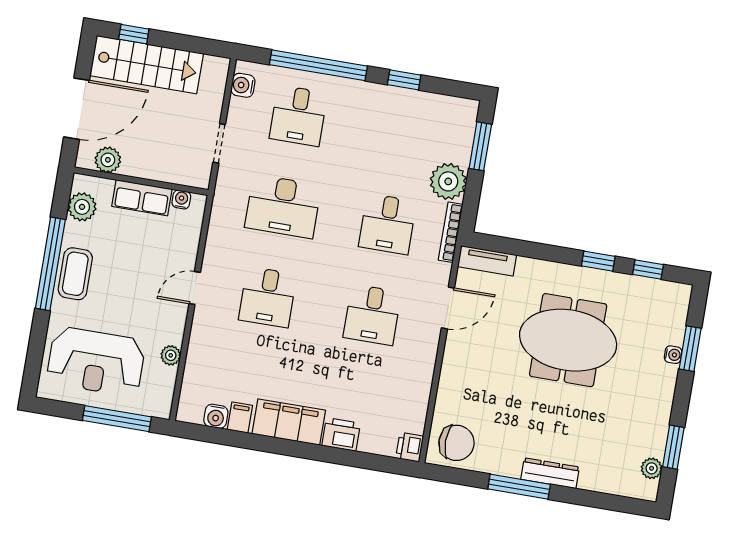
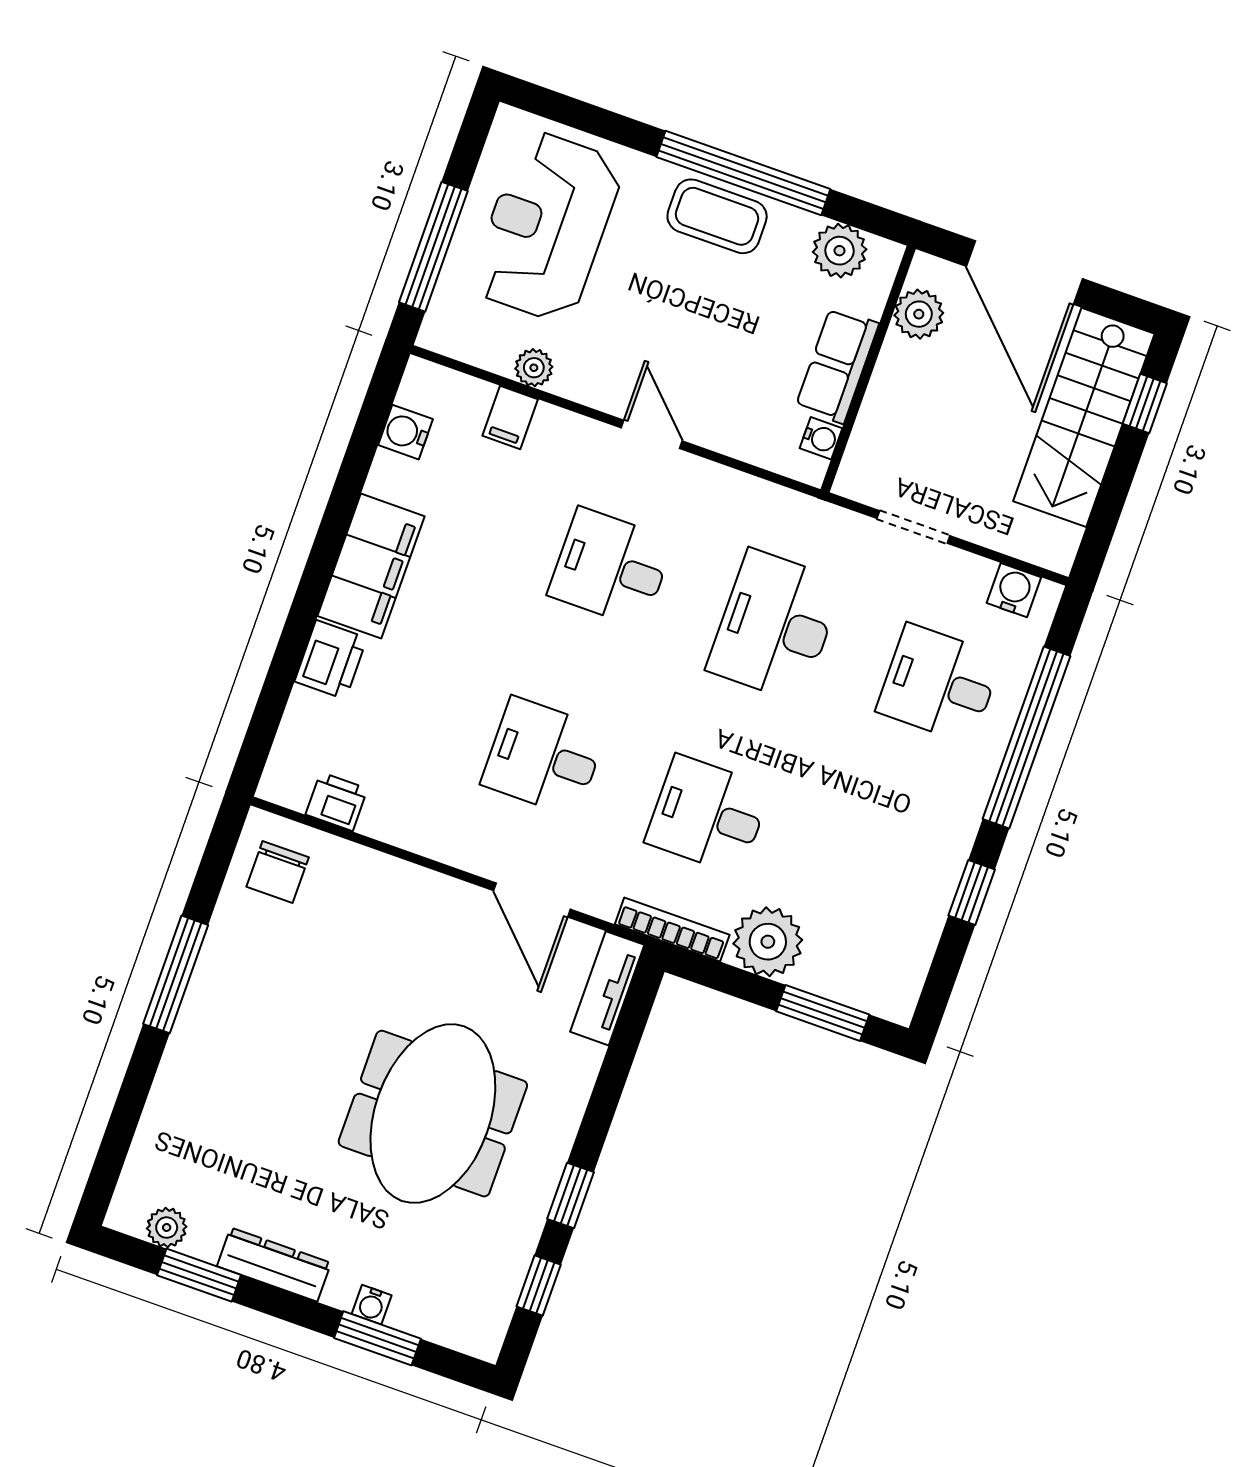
filing cabinet: (240, 418) -> (510, 417), moved, turned 90
chair: (456, 443) -> (278, 872), width x0.73, depth x0.73
printer: (410, 447) -> (337, 802), moved
dresser: (550, 473) -> (274, 1265), moved, turned -90

